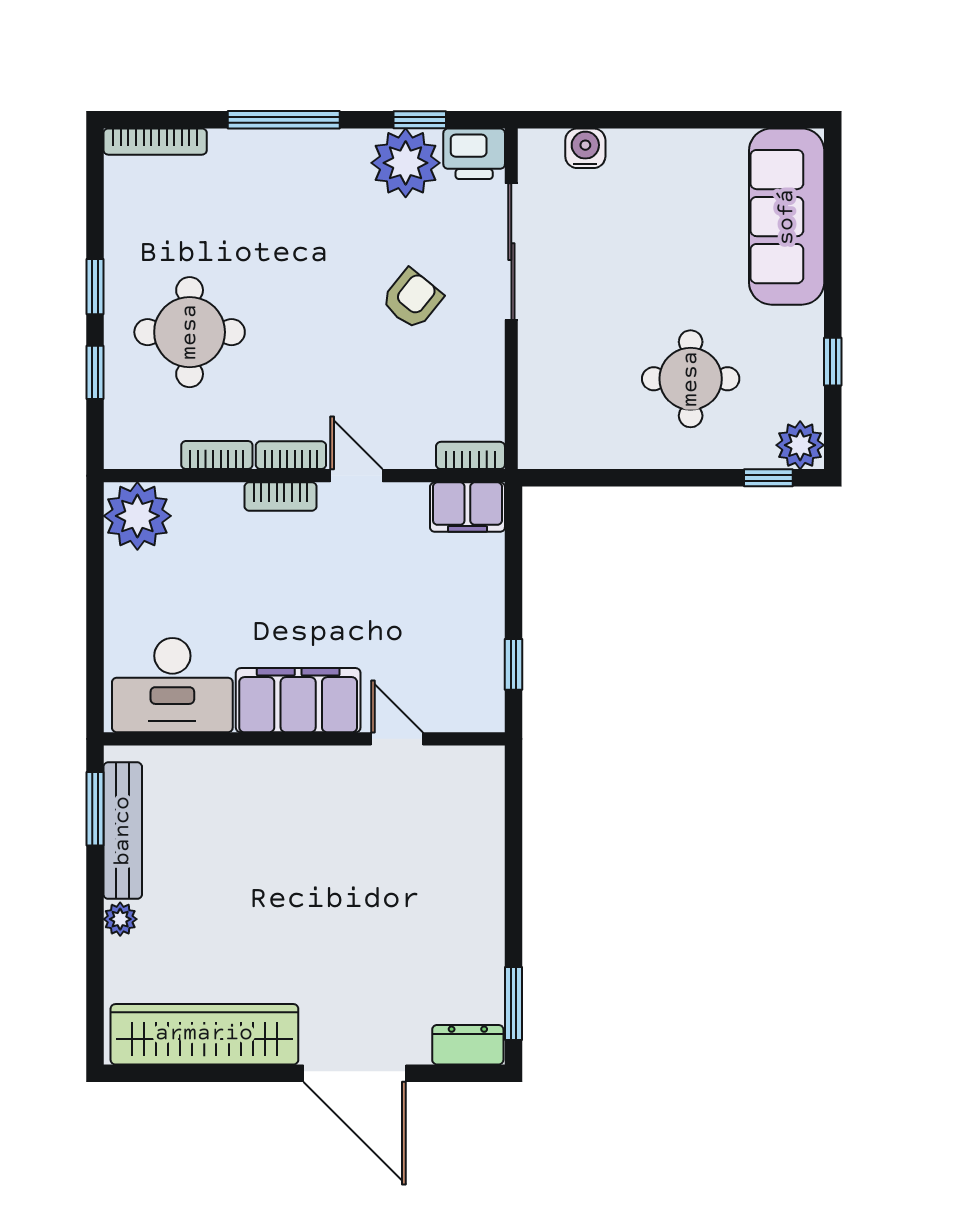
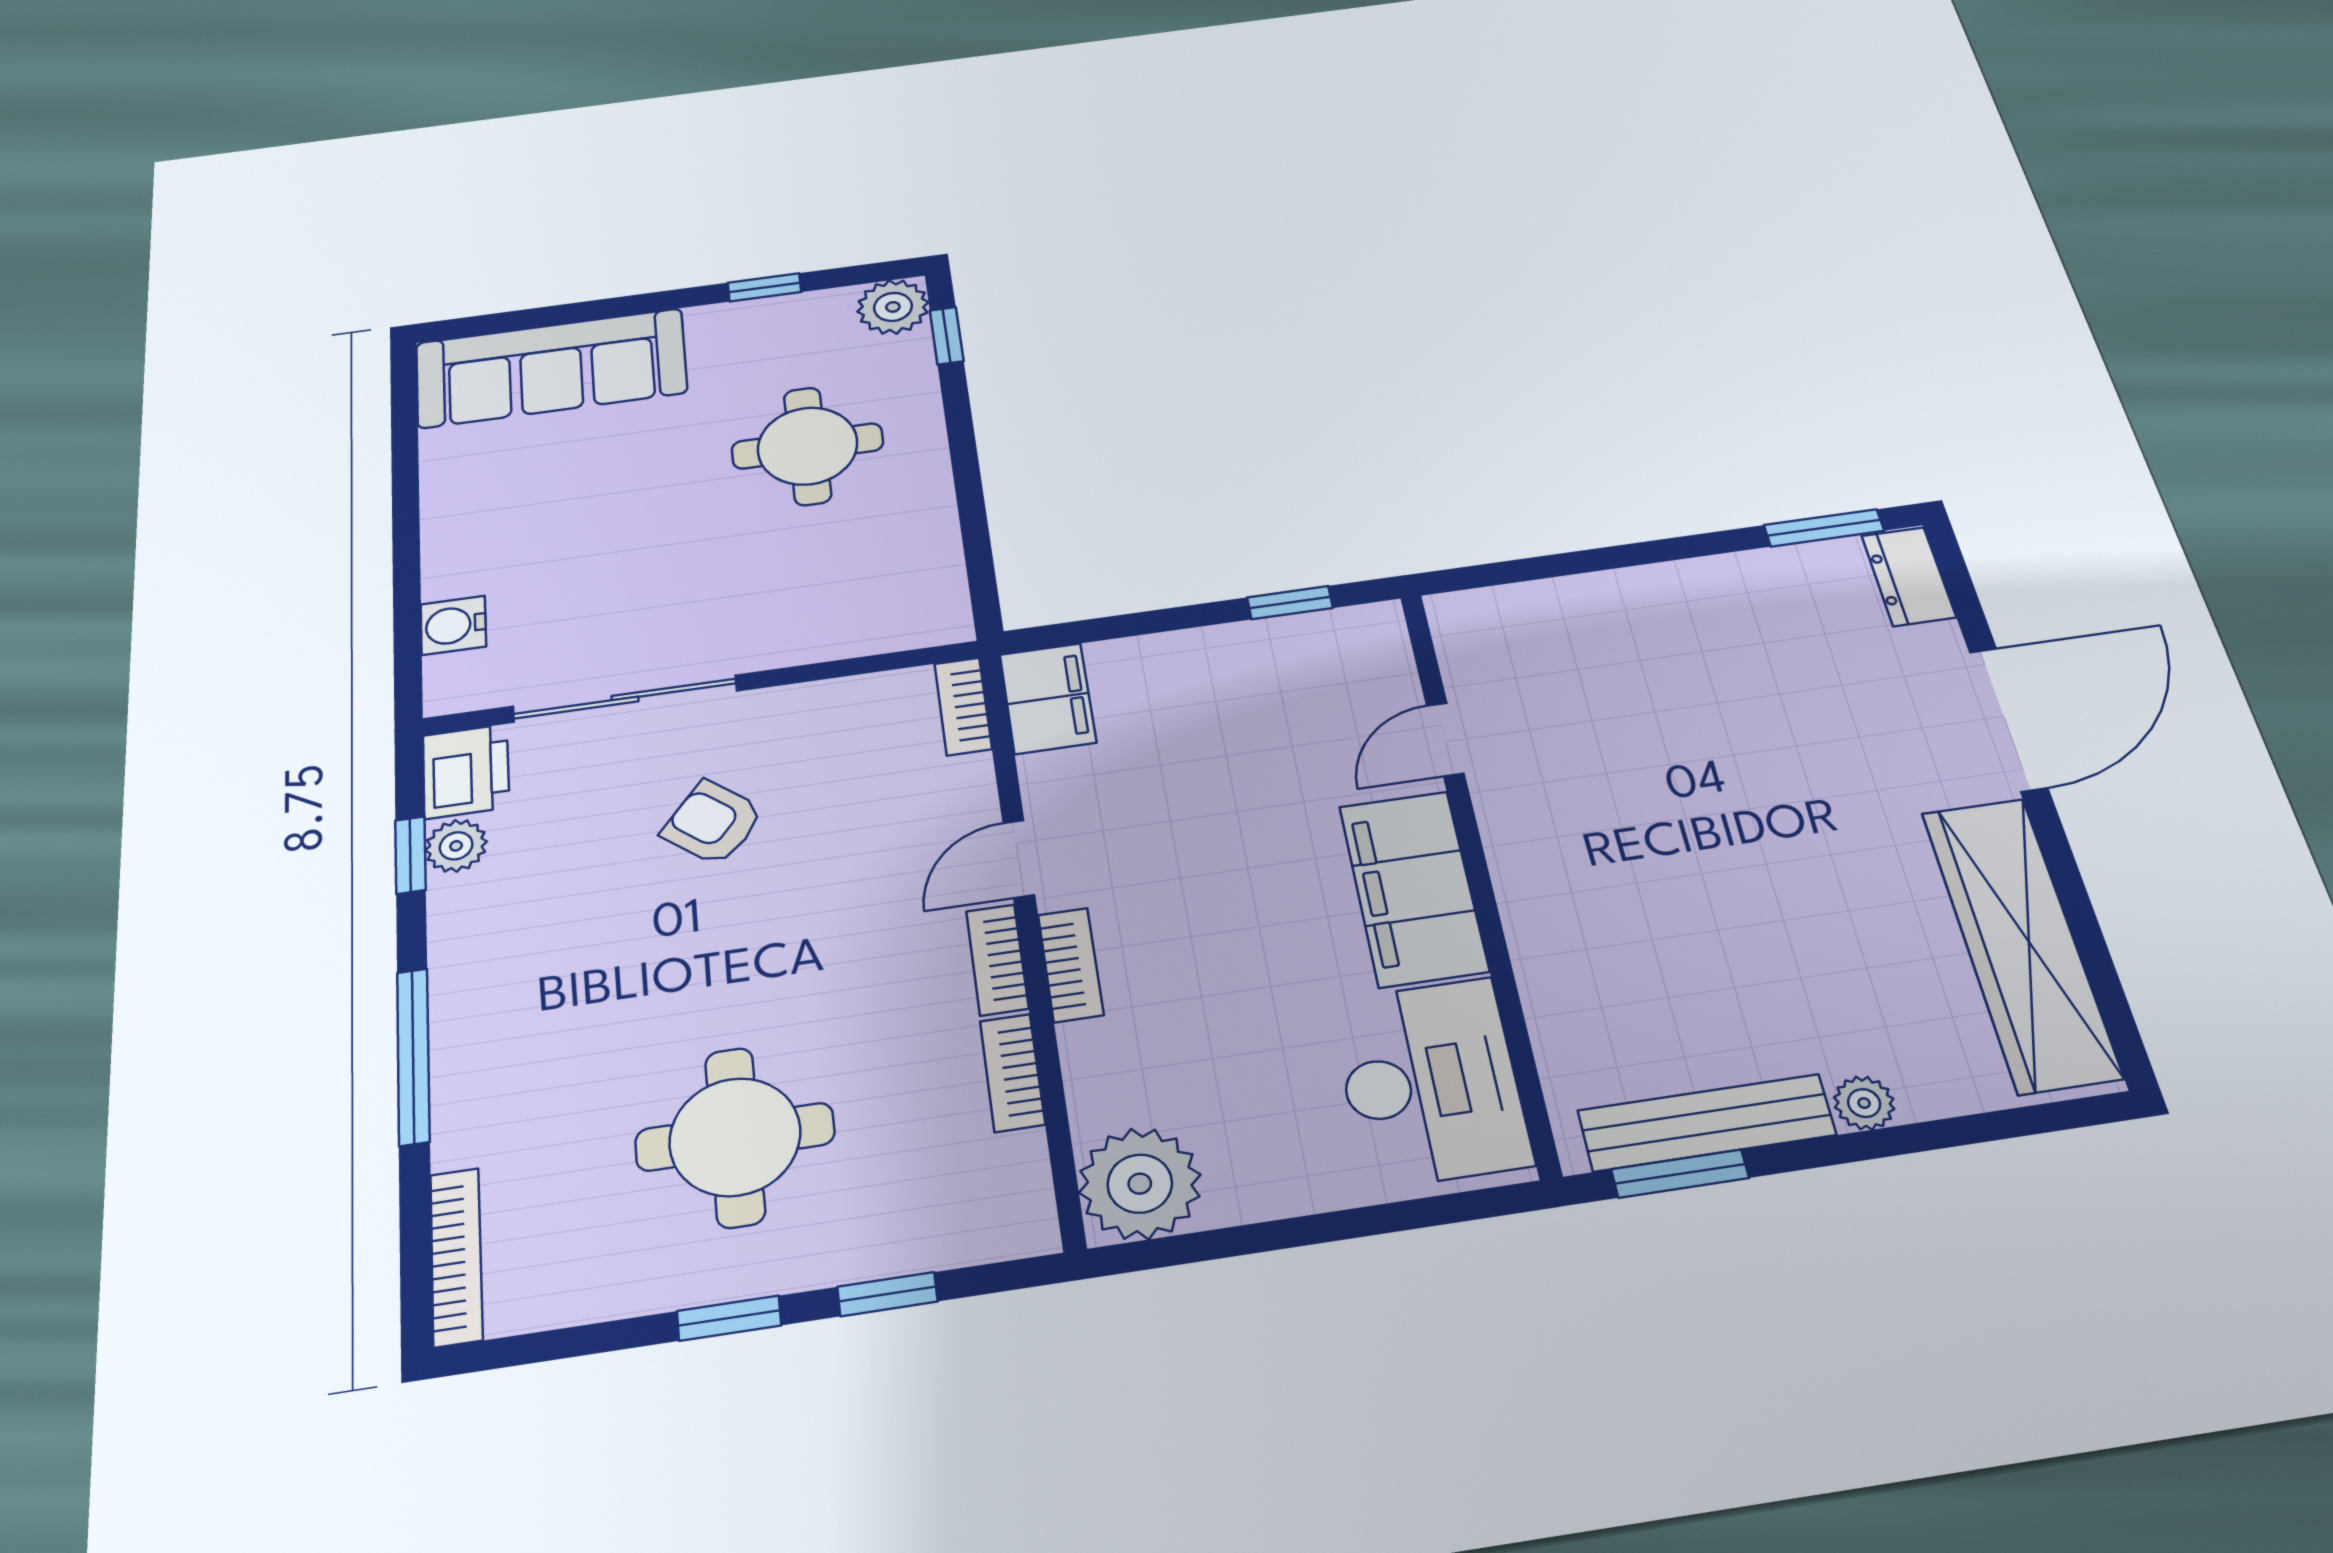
plant: (406, 163) -> (456, 846), width x0.53, depth x0.53
round table: (190, 332) -> (735, 1137), moved

